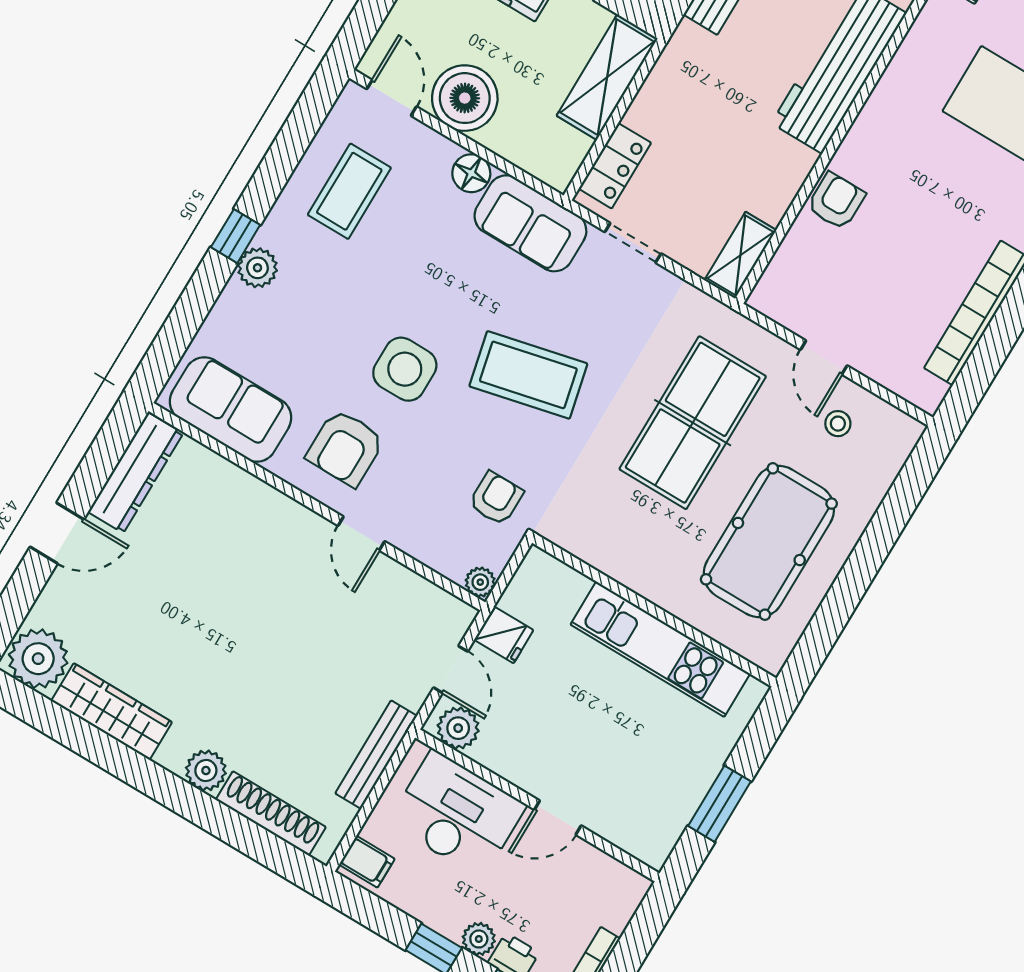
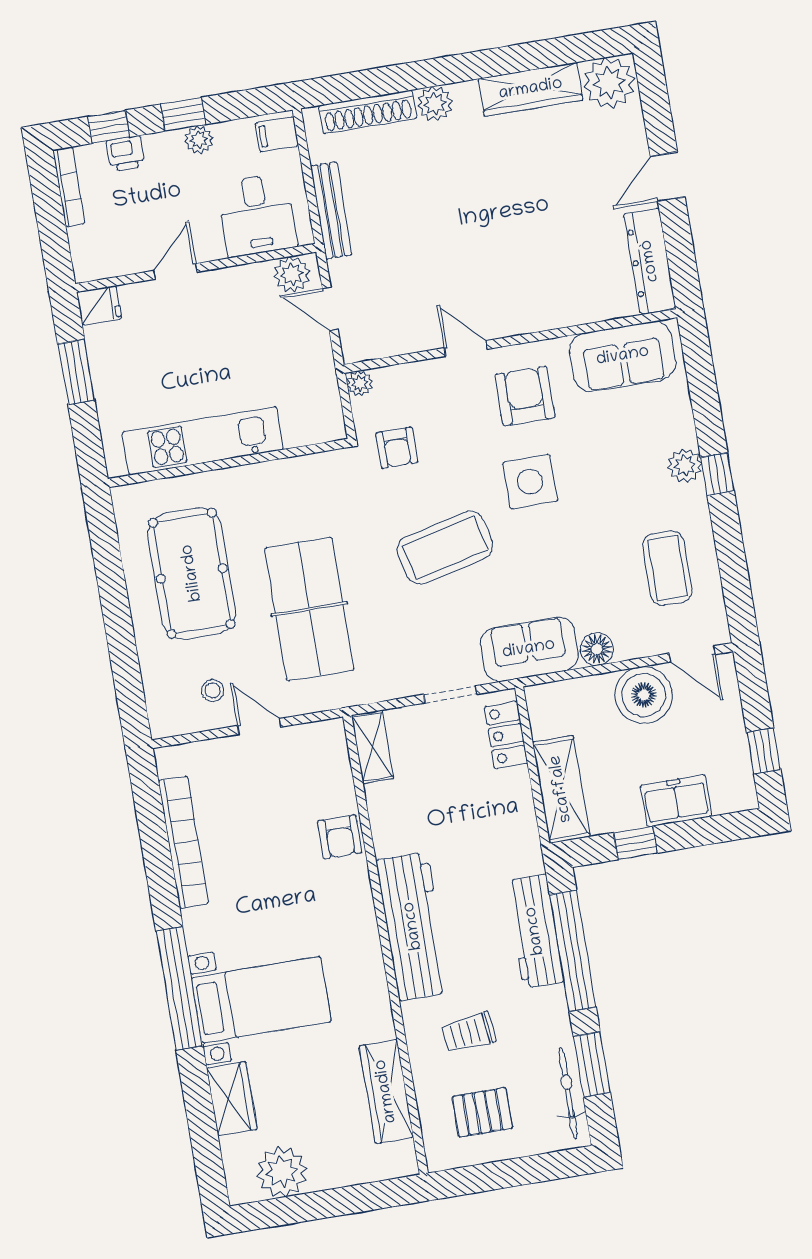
fridge: (504, 635) -> (99, 305), moved, turned 180
desk: (457, 814) -> (257, 215), width x0.73
plant: (479, 939) -> (199, 140), moved

